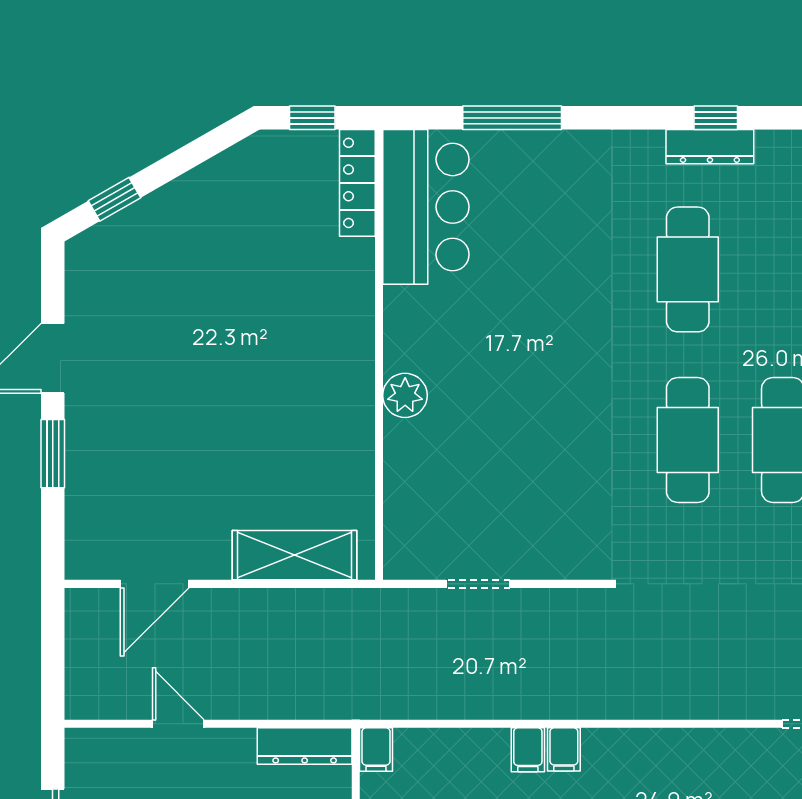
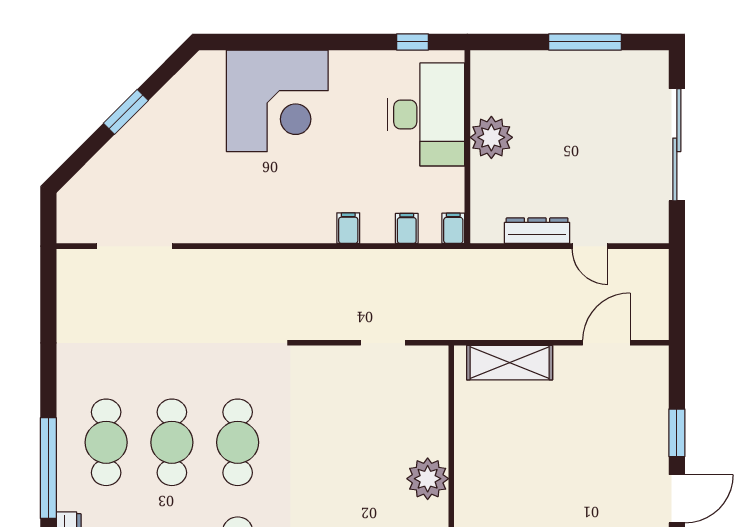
plant: (405, 395) -> (428, 479), width x1.36, depth x1.36
dresser: (305, 746) -> (537, 231), moved
filing cabinet: (564, 749) -> (407, 228), moved

